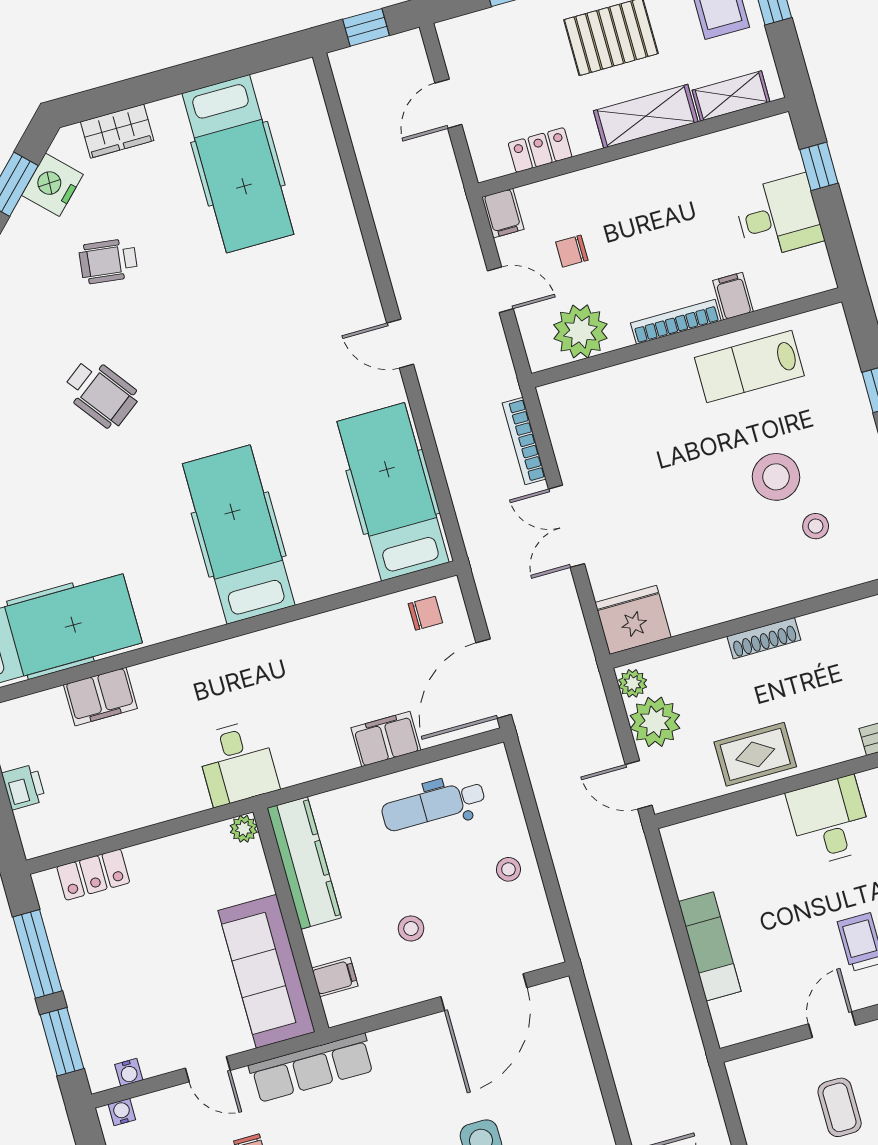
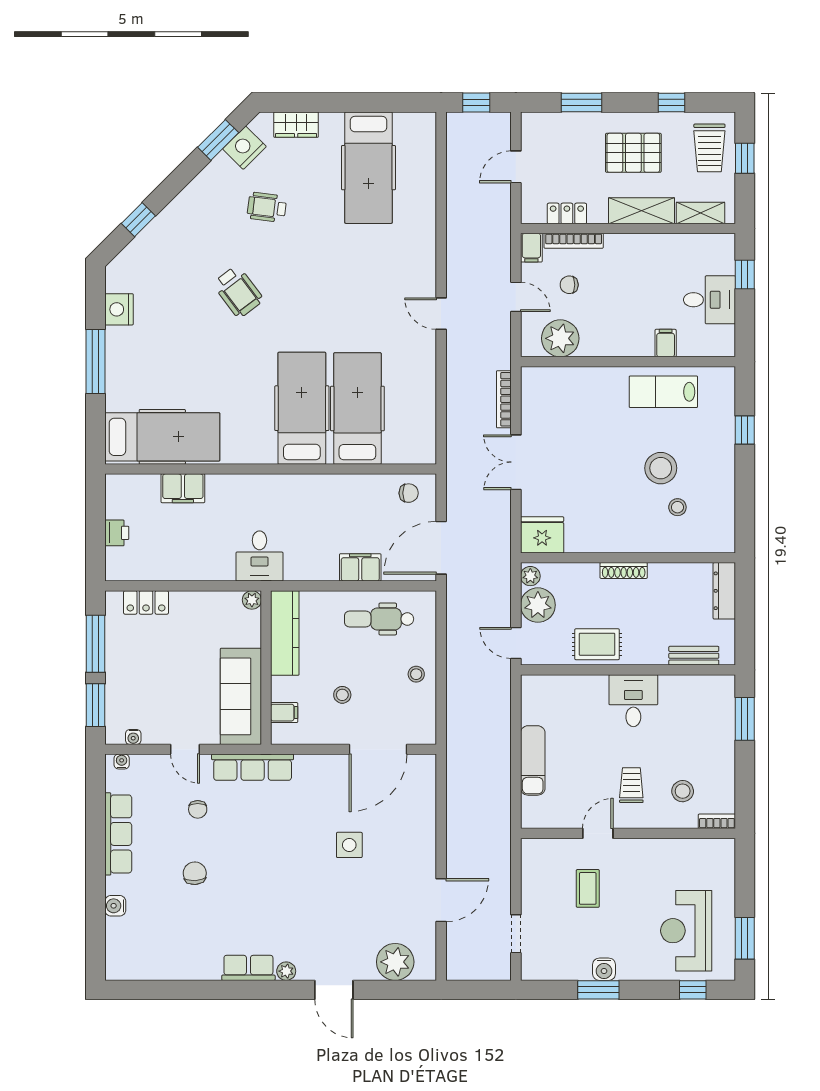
bookcase: (676, 322) -> (574, 241), moved, turned 180
hospital bed: (393, 492) -> (357, 408), moved

